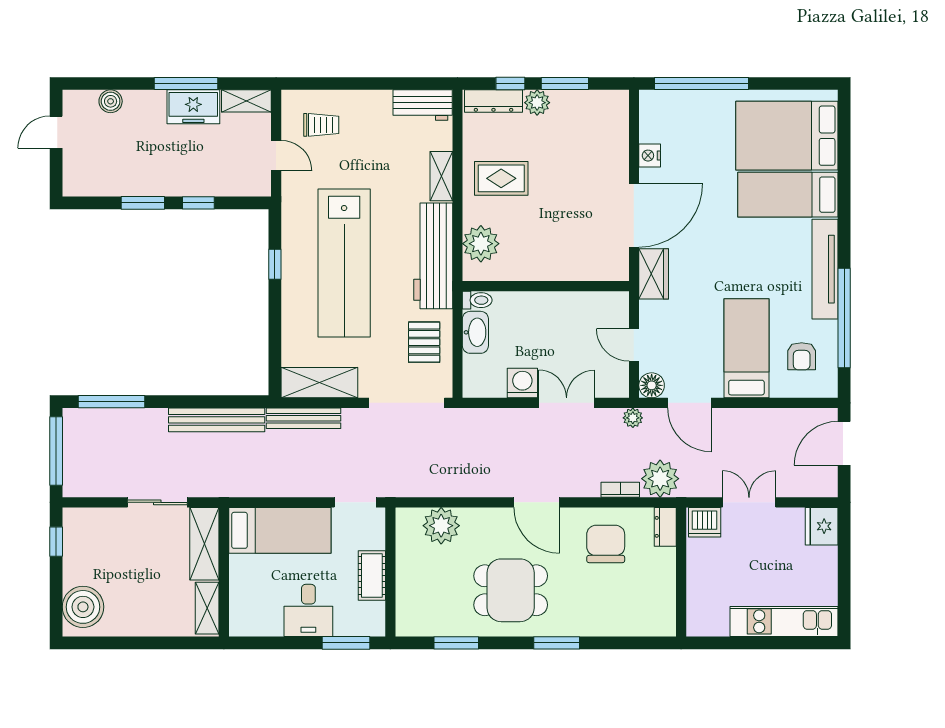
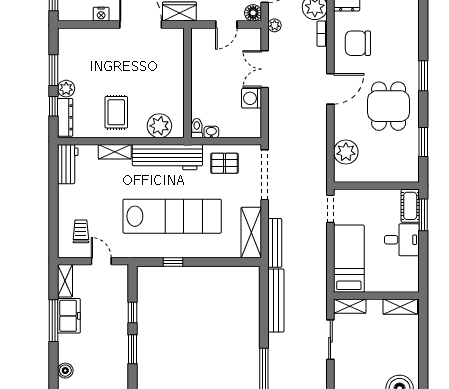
door: (276, 156) -> (101, 261), hinge flipped
washbasin: (475, 332) -> (211, 132), width x0.52, depth x0.69
shelving: (204, 544) -> (350, 306), width x0.67, depth x0.75
cot: (372, 575) -> (410, 206), moved, turned 90

